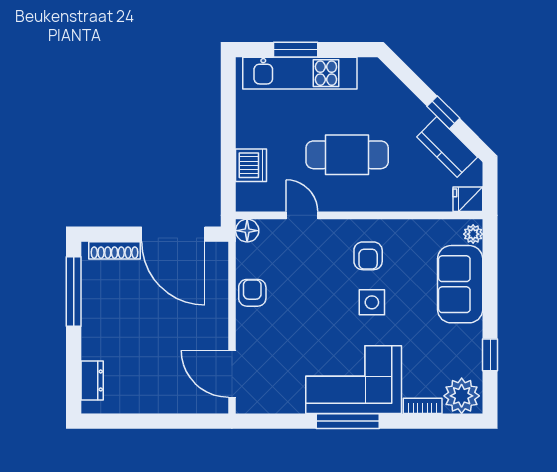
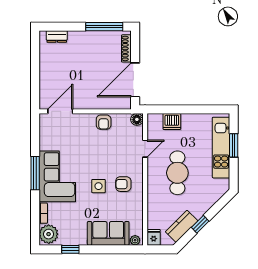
armchair: (252, 293) -> (104, 122), turned 90

